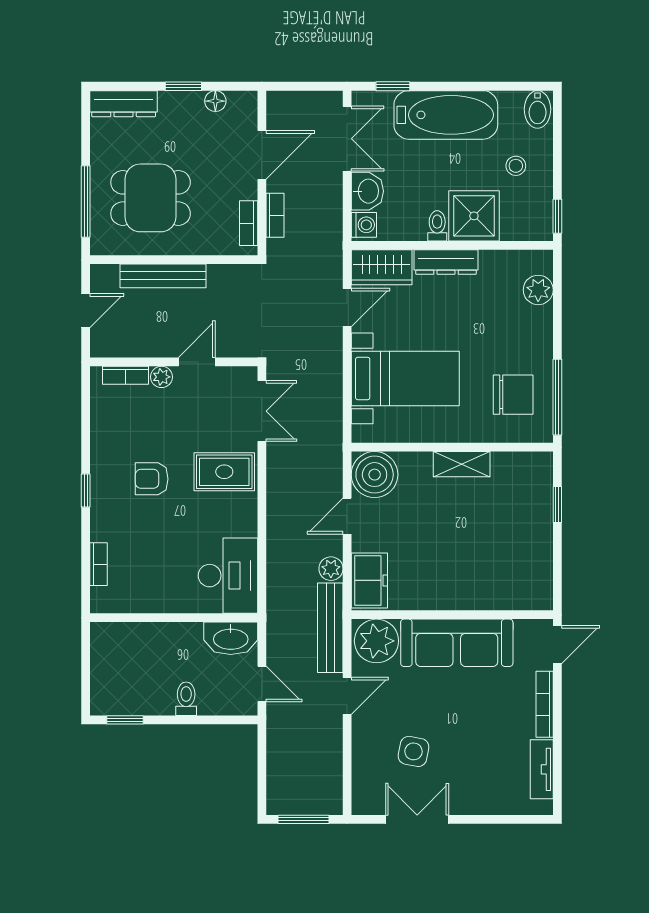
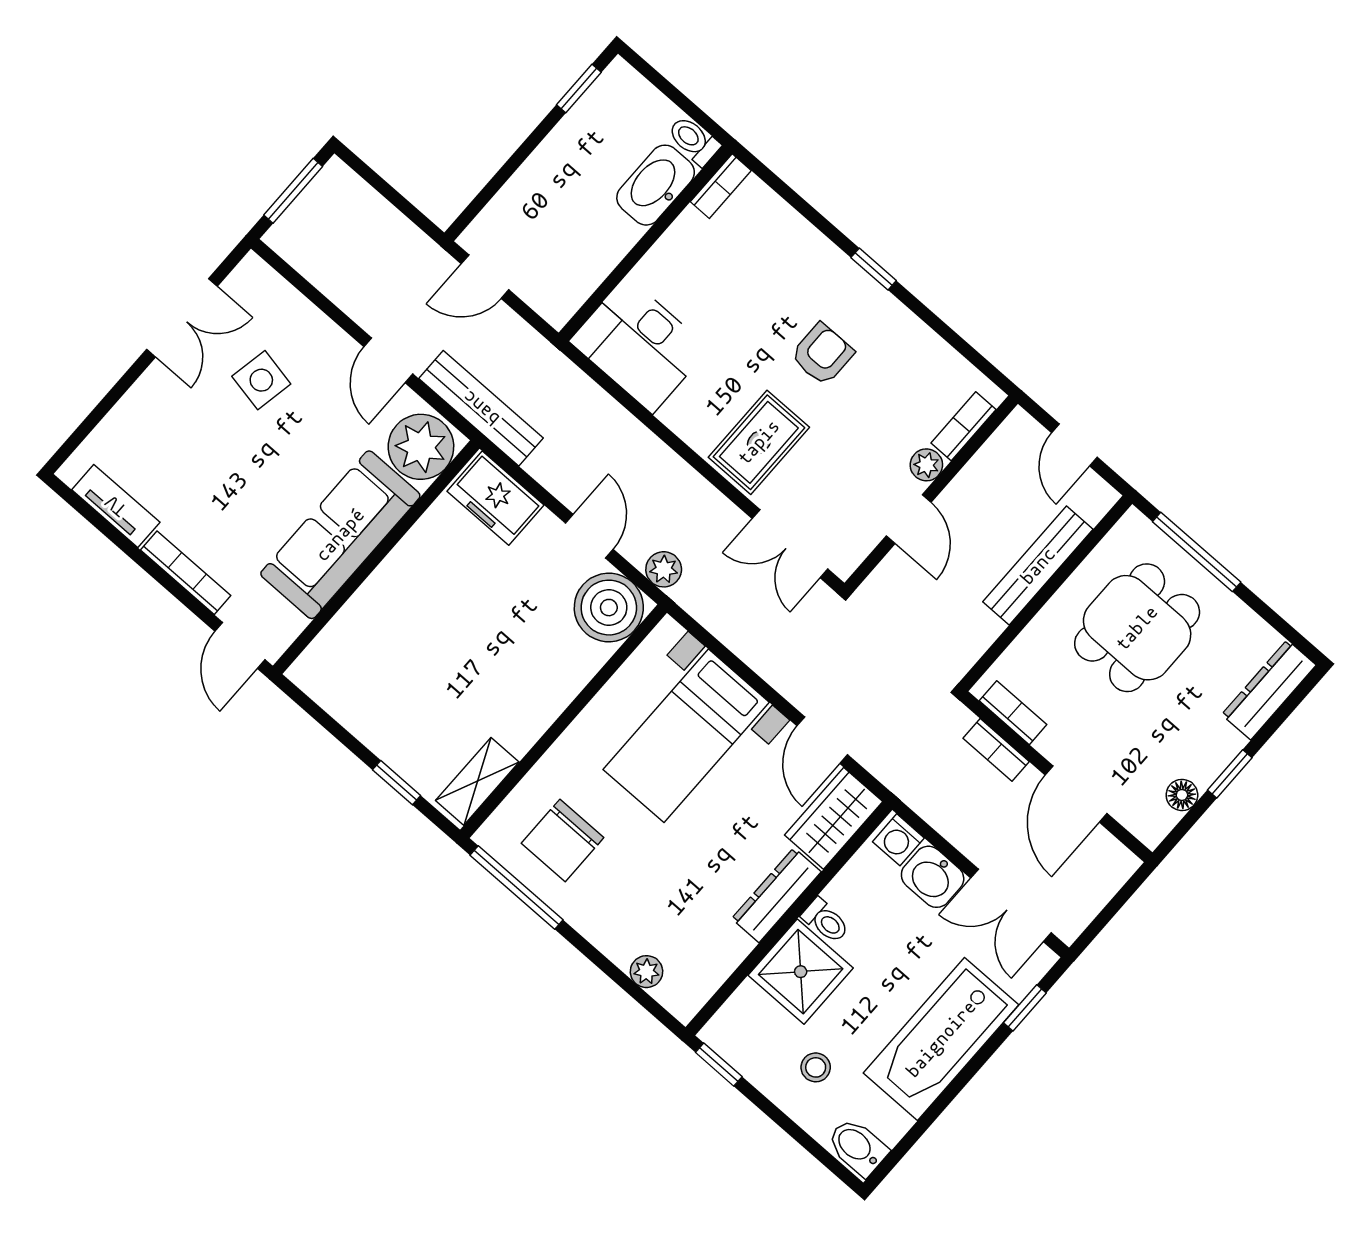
plant: (538, 290) -> (646, 972), width x0.73, depth x0.73
shelving: (462, 464) -> (477, 781), moved
bookcase: (99, 564) -> (721, 186), moved, turned -90
plant: (331, 569) -> (664, 569), moved
washbasin: (231, 638) -> (656, 185), moved
toilet: (186, 699) -> (694, 140), moved, turned 180

